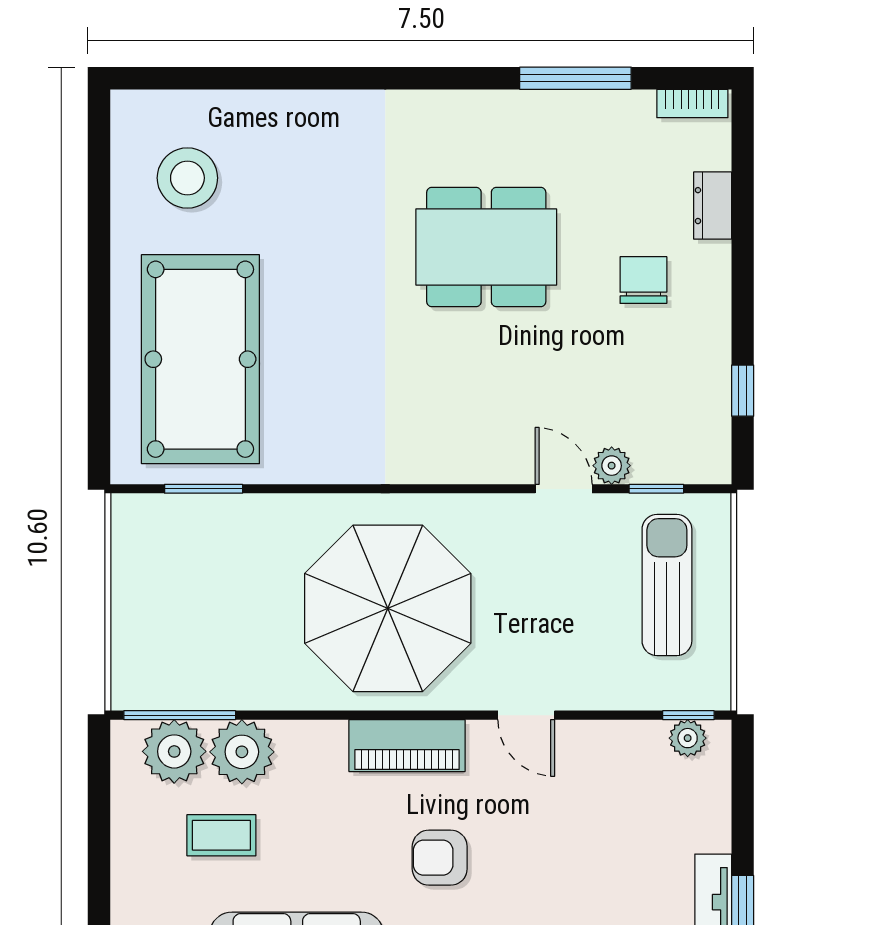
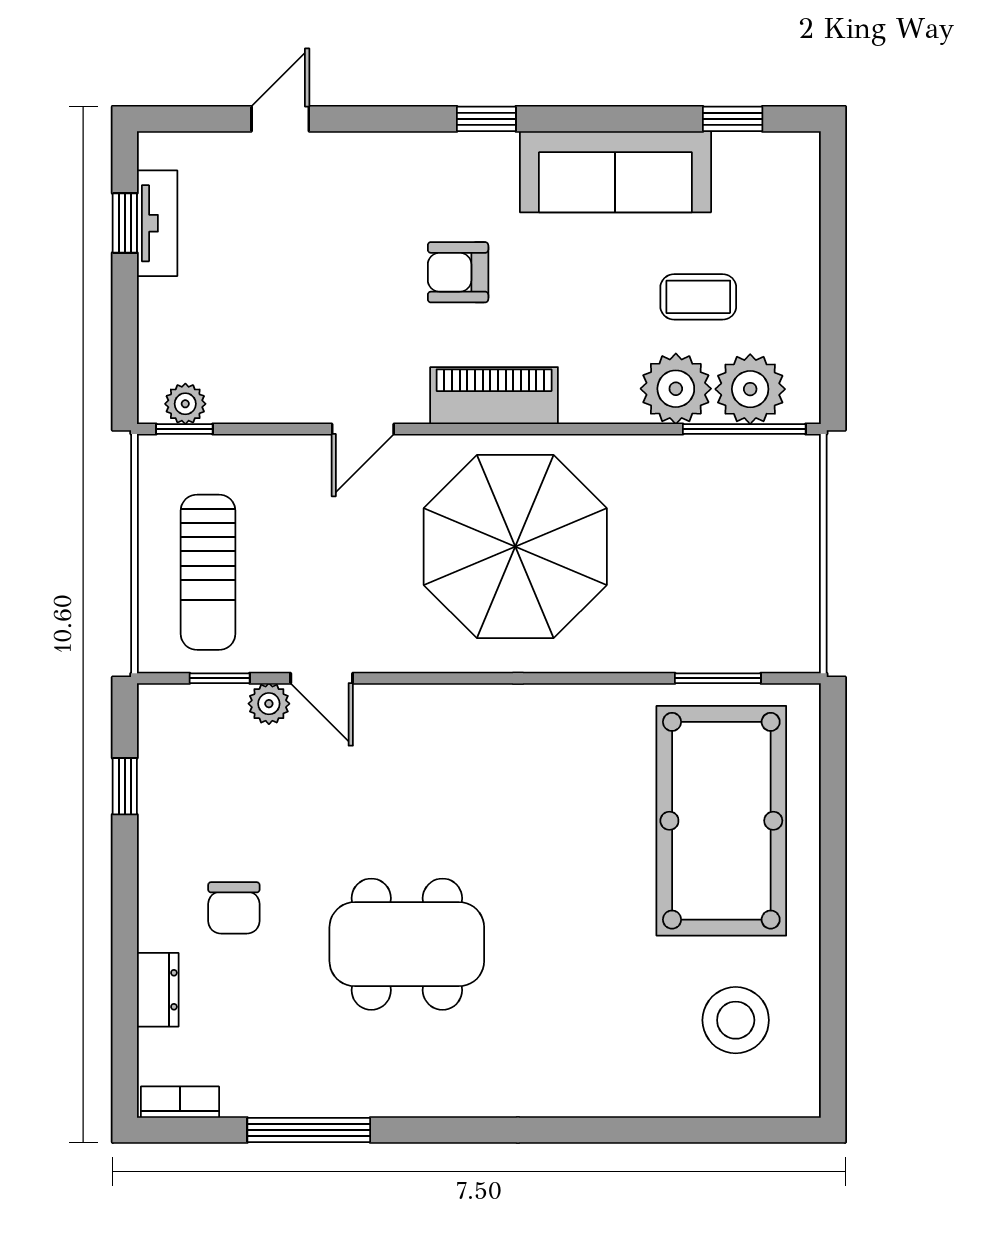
door: (526, 715) -> (363, 429), swing flipped
armchair: (440, 858) -> (458, 272), turned 180

